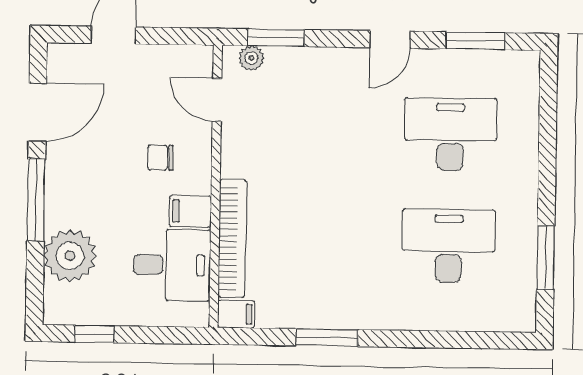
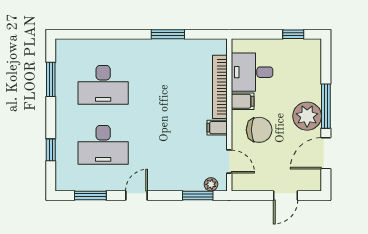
window: (548, 126) -> (51, 150), added
chair: (160, 158) -> (259, 130), width x1.87, depth x1.87
plant: (70, 256) -> (307, 116), moved
filing cabinet: (236, 314) -> (217, 128), moved

